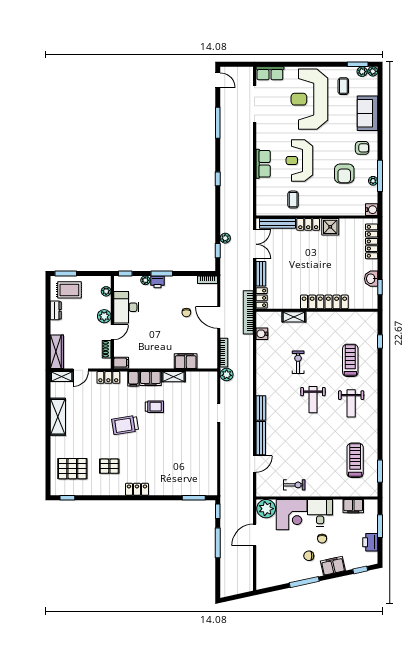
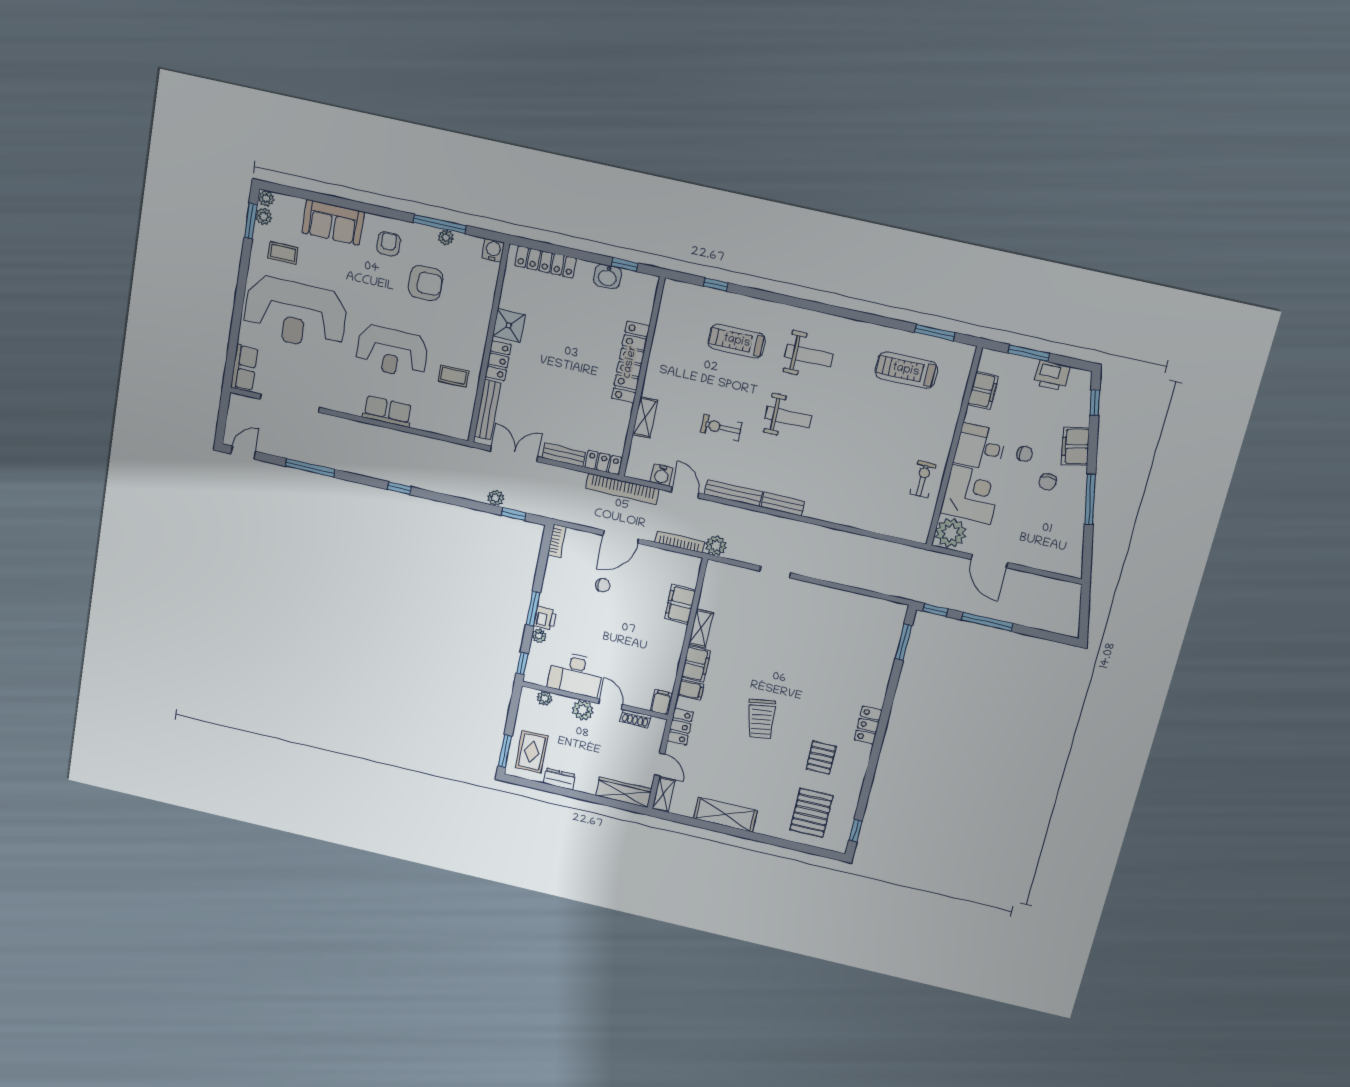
trolley: (154, 407) -> (742, 668), removed
bench: (261, 438) -> (733, 493), moved
door: (255, 464) -> (685, 492), moved

